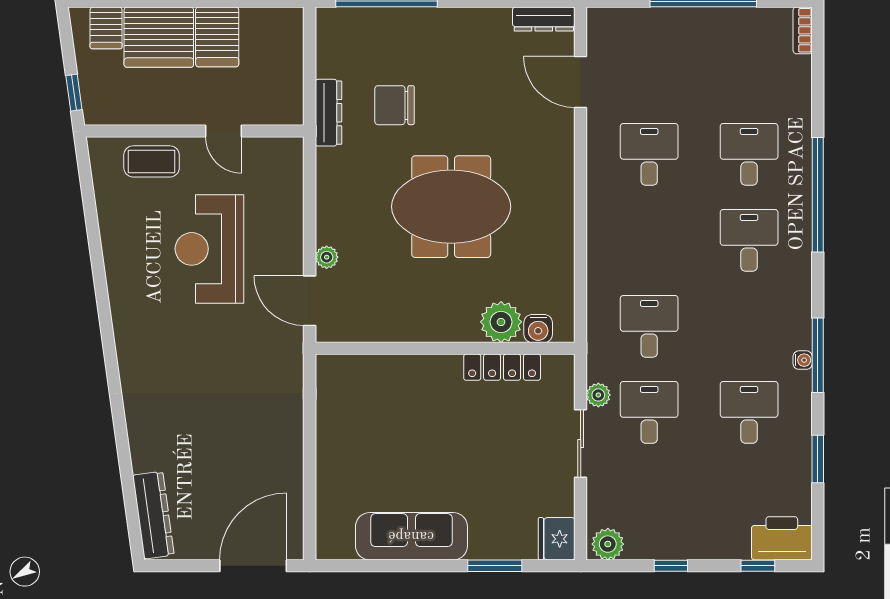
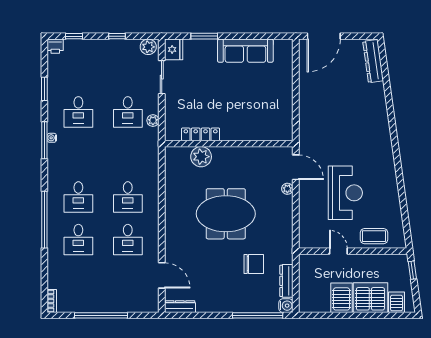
dresser: (328, 113) -> (286, 281), moved
desk: (649, 326) -> (128, 197), moved
water cooler: (538, 329) -> (286, 306), moved, turned 90
sliding door: (581, 443) -> (162, 77), moved
printer: (782, 538) -> (55, 46), width x0.53, depth x0.68

